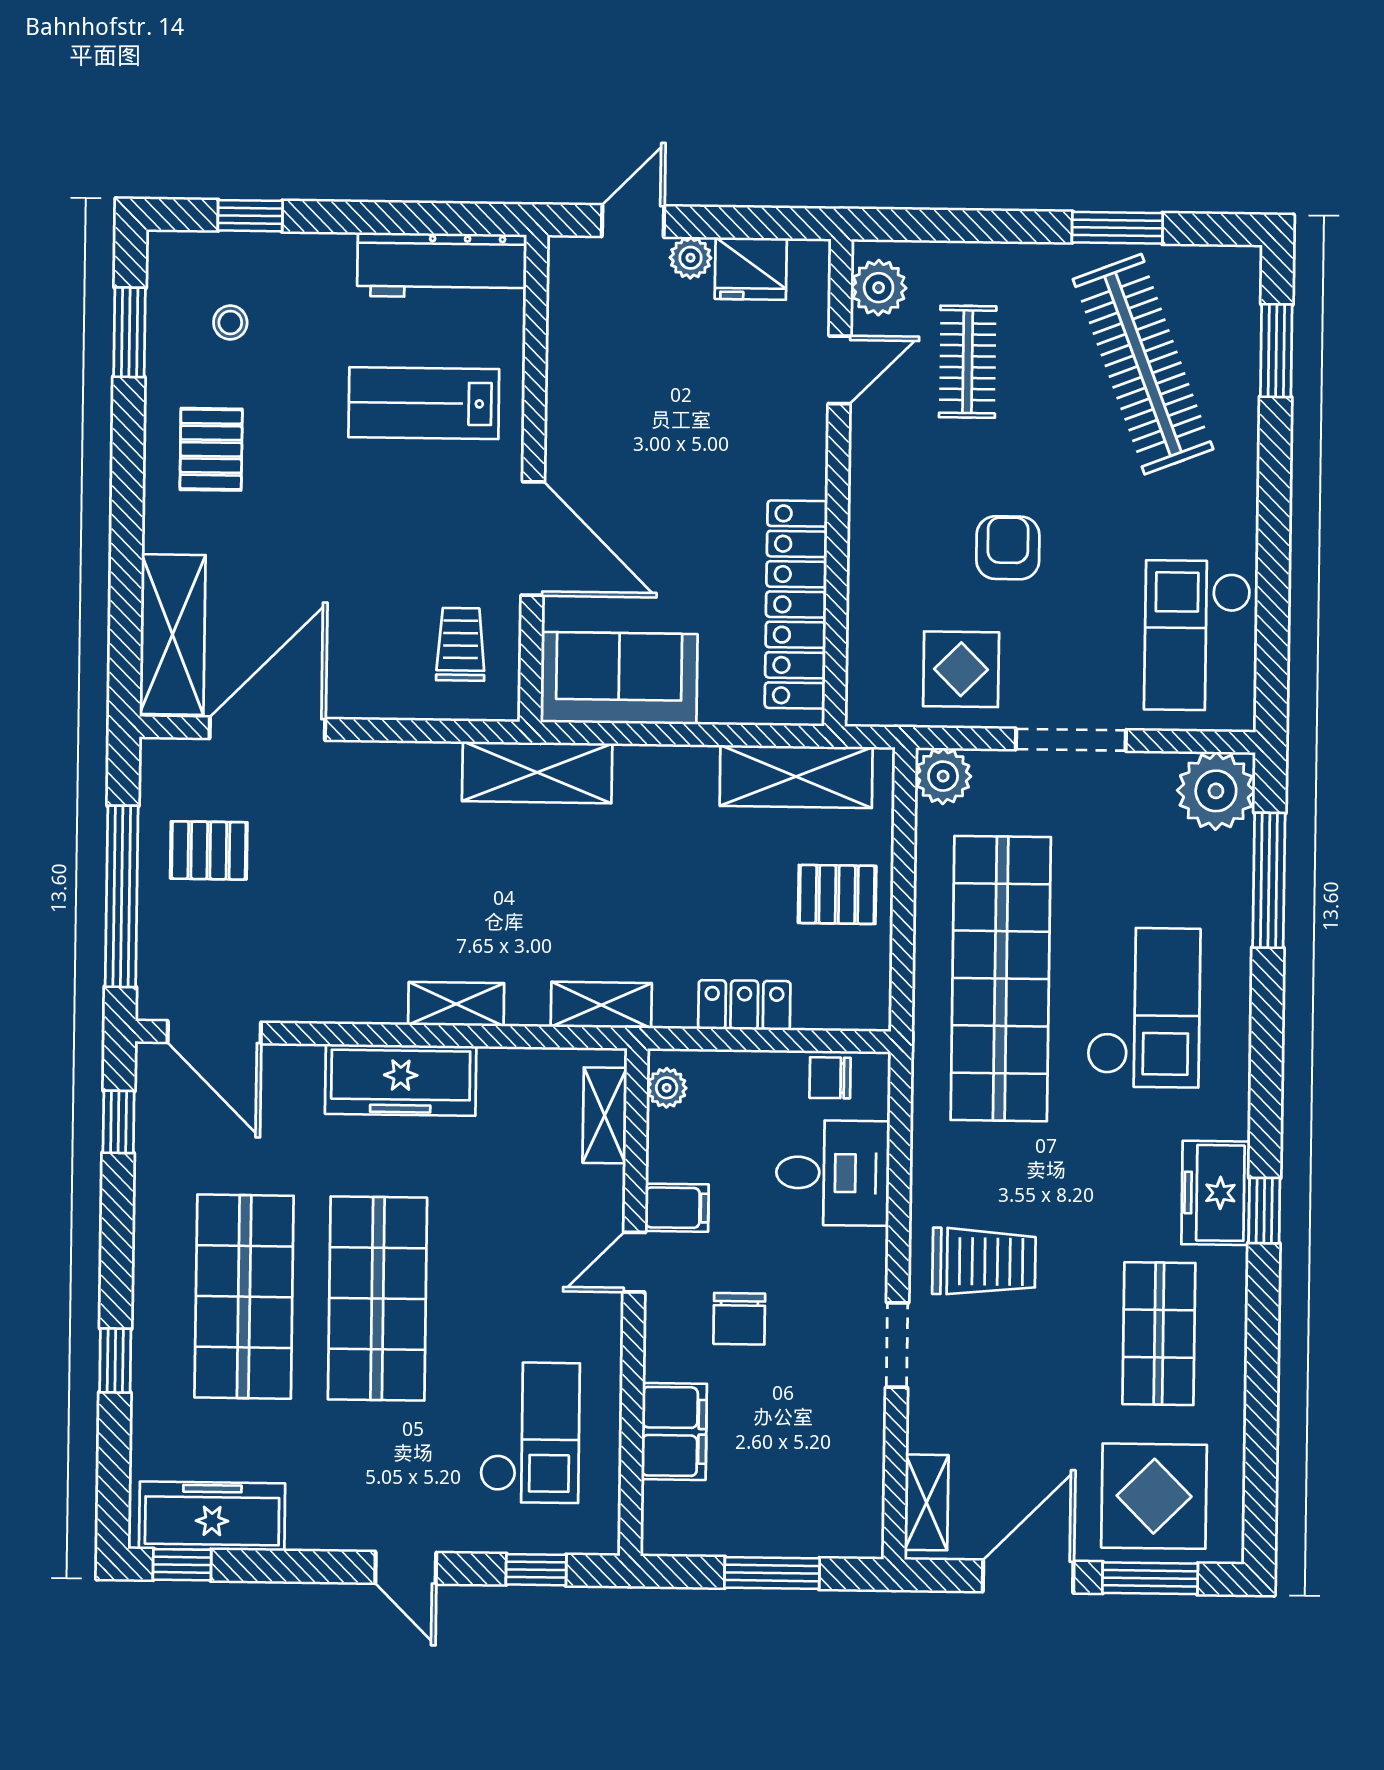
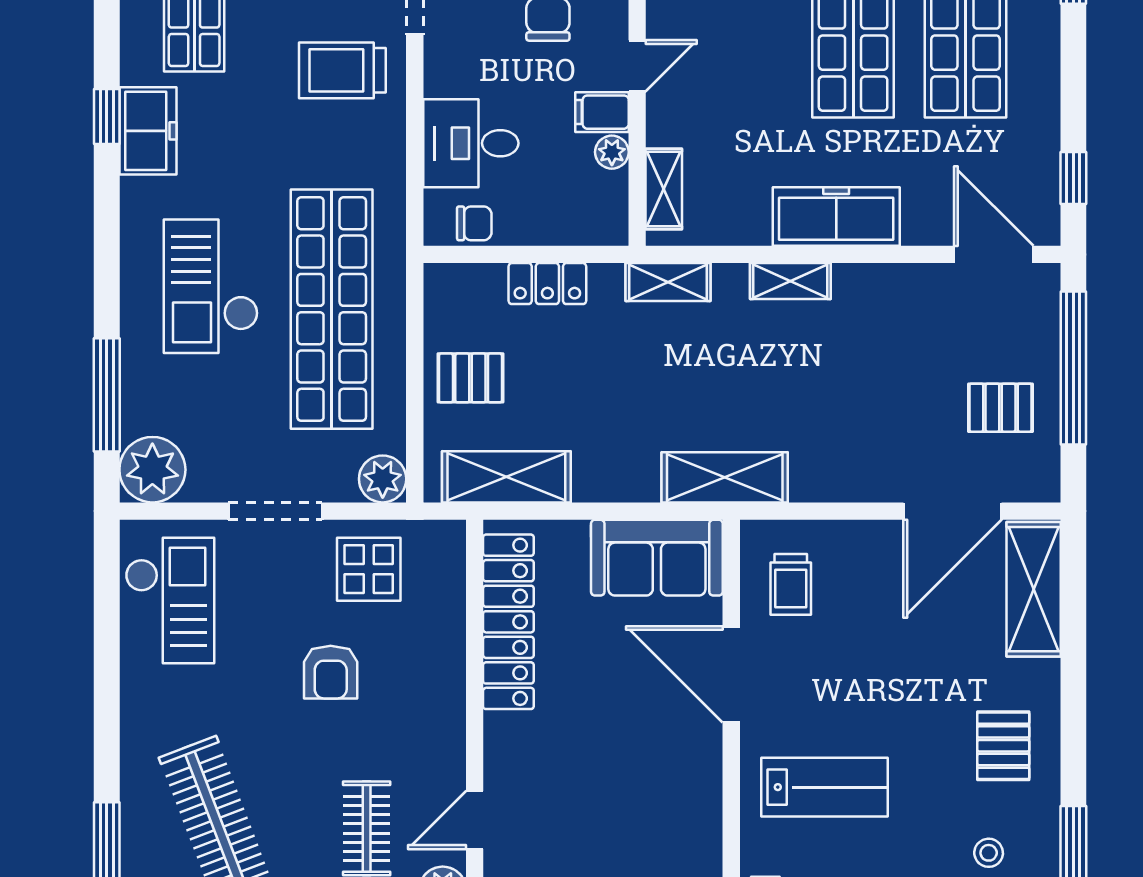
plant: (667, 1088) -> (612, 152), moved

